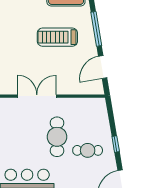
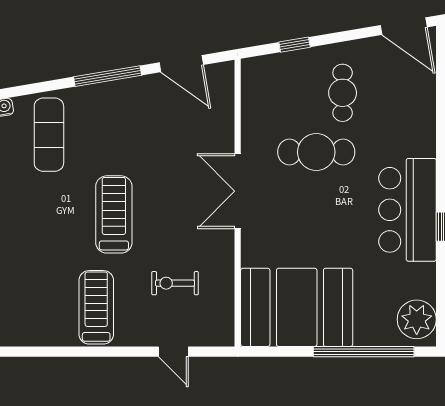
treadmill: (57, 37) -> (114, 214), moved, turned 180
window: (116, 144) -> (295, 45), moved

